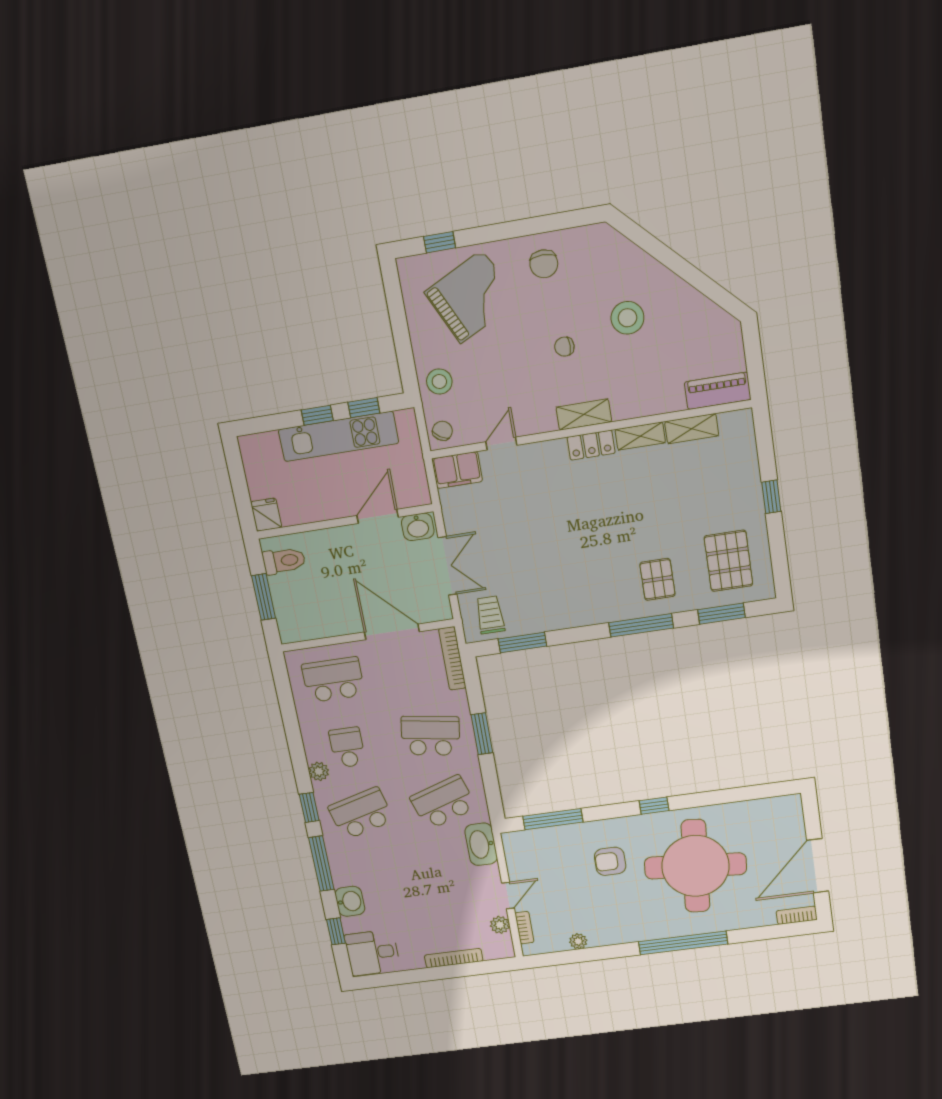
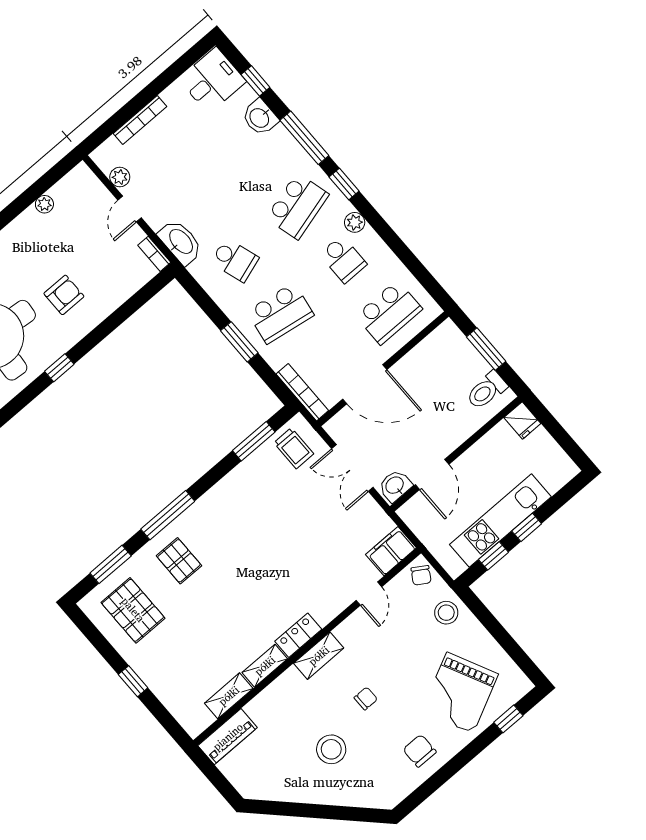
school desk: (443, 802) -> (235, 260), width x0.54
window: (553, 819) -> (135, 303), removed
bookcase: (524, 928) -> (154, 254), moved

